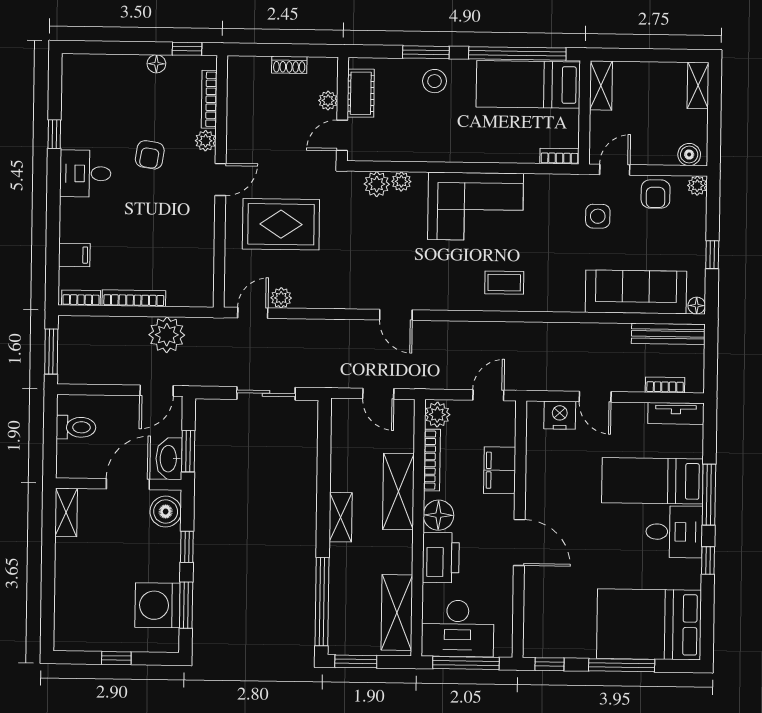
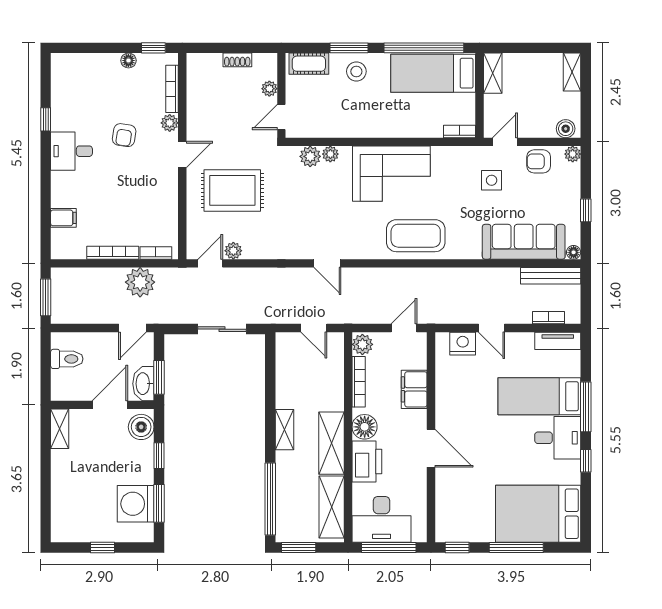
cot: (361, 93) -> (309, 64), moved, turned 90
armchair: (656, 194) -> (539, 161), turned 90
coffee table: (504, 283) -> (416, 236), width x1.86, depth x1.72
bookcase: (81, 298) -> (156, 253), moved
shelving: (398, 492) -> (332, 443), moved

